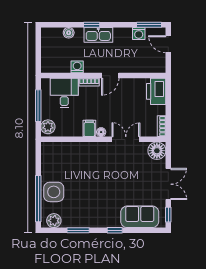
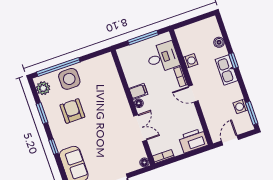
door: (168, 44) -> (230, 140), moved
plant: (48, 127) -> (127, 53), removed
floor lamp: (157, 151) -> (144, 162), width x0.53, depth x0.53
armchair: (86, 200) -> (72, 111), added

